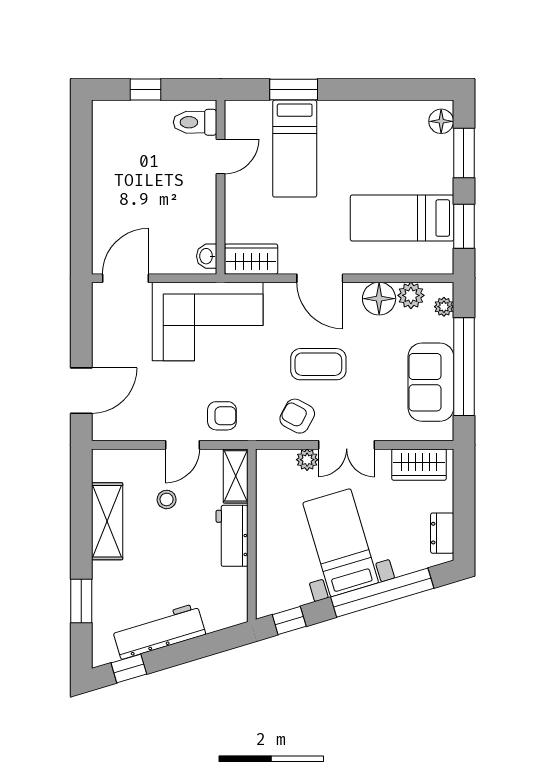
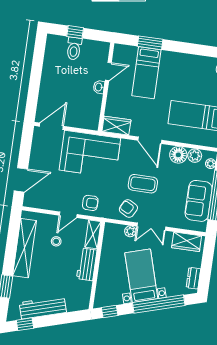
toilet: (195, 122) -> (74, 49), moved, turned -90
washbasin: (207, 256) -> (99, 87), moved
shelving: (107, 521) -> (25, 248), width x1.47

